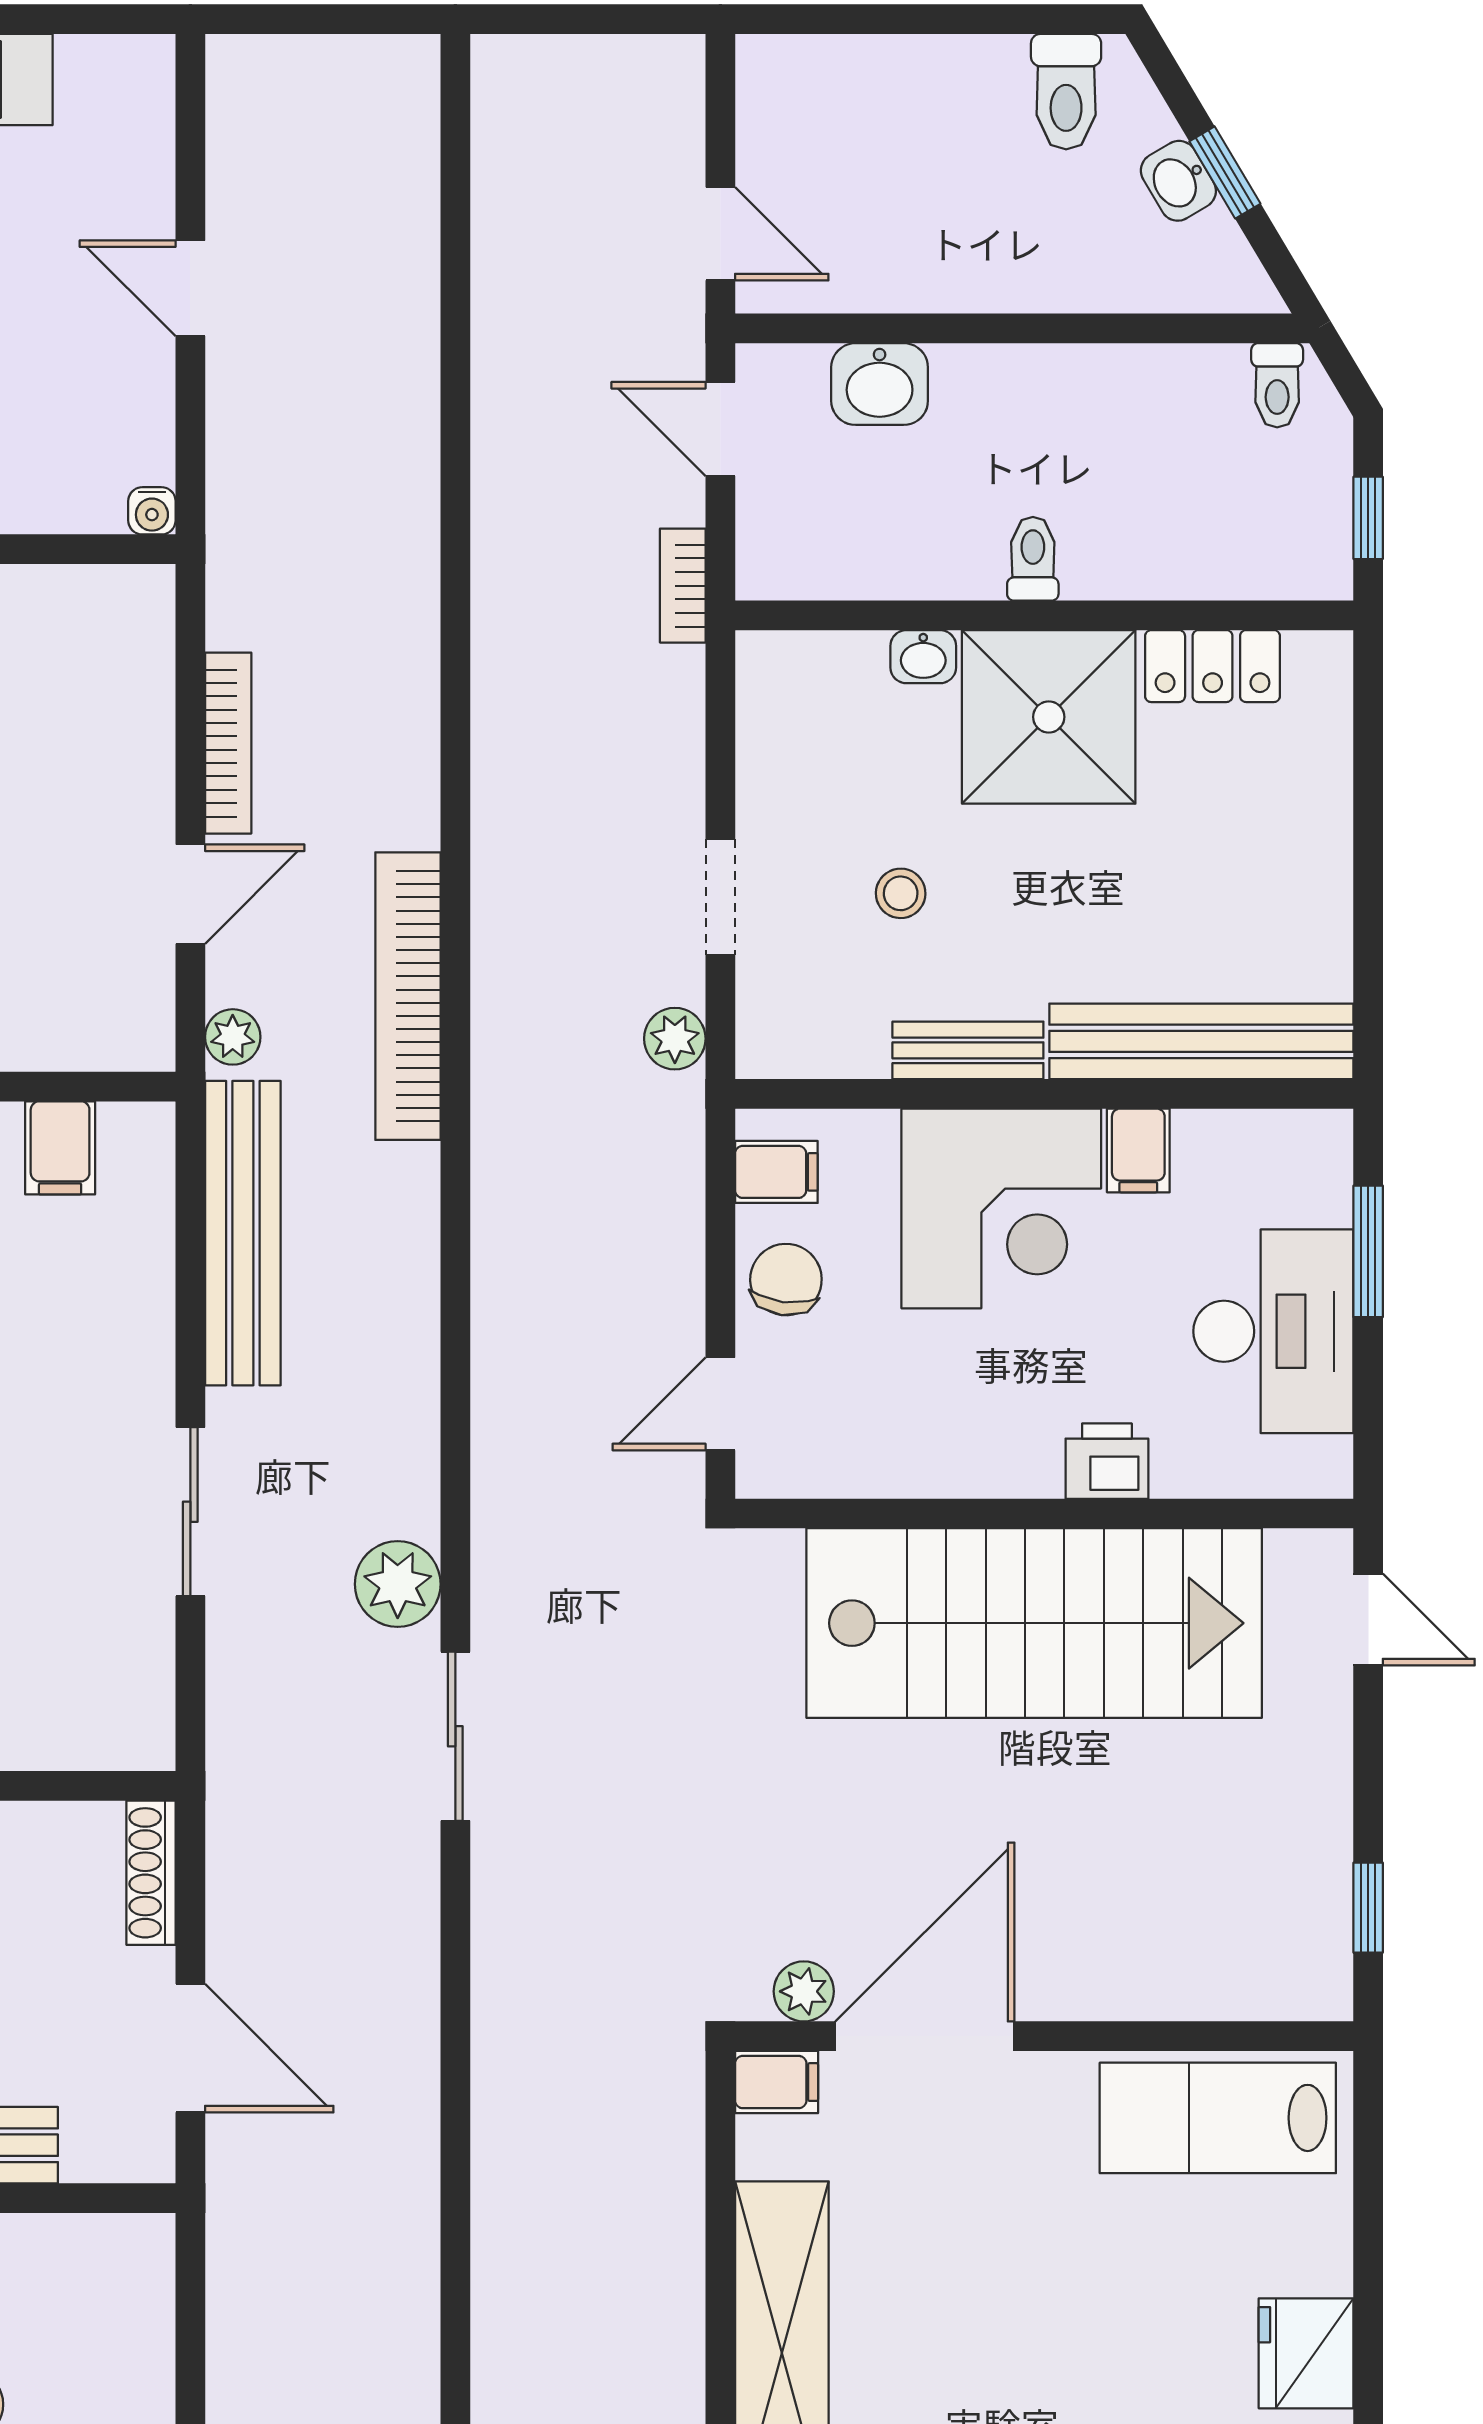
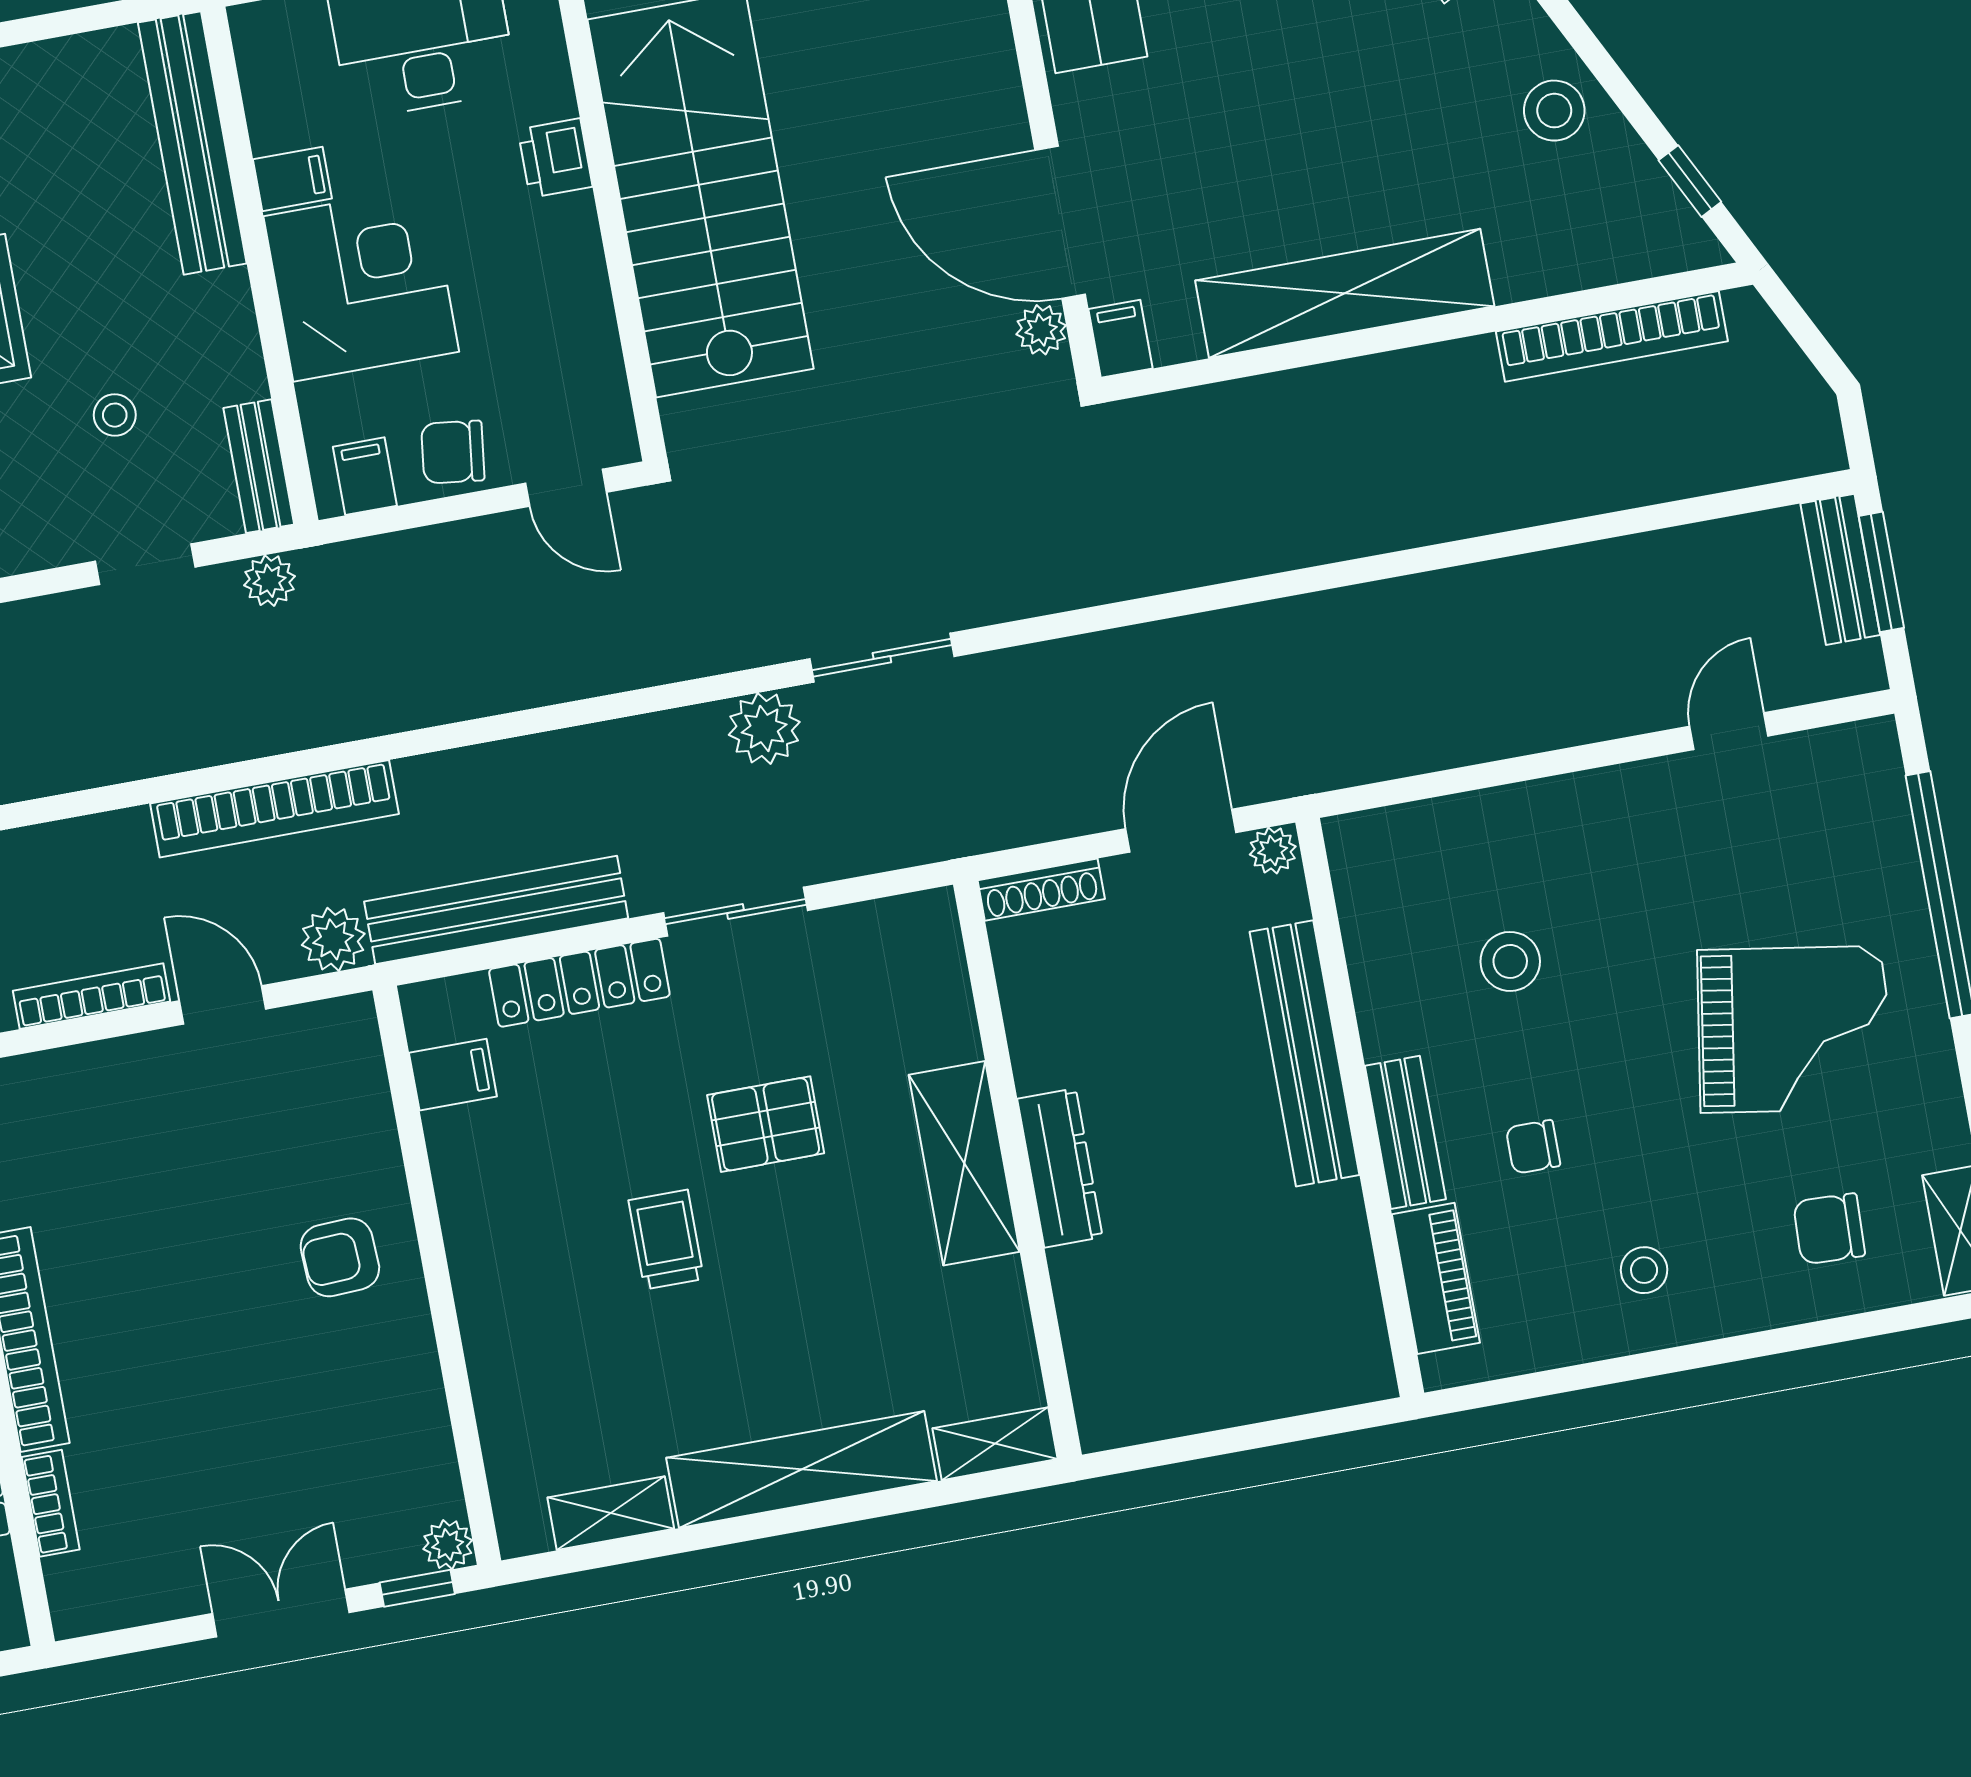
plant: (233, 1037) -> (333, 939), width x1.38, depth x1.38
bench: (968, 1050) -> (259, 466), moved
locker: (140, 1315) -> (579, 983), added
plant: (148, 2151) -> (1273, 850), added

